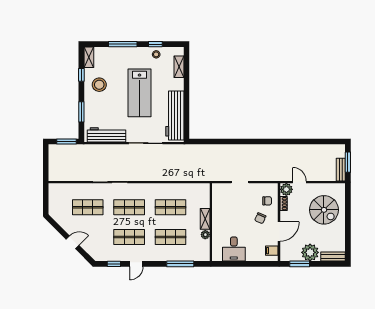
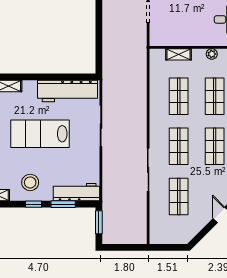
window: (81, 75) -> (34, 204), moved
lab bench: (140, 93) -> (40, 134), turned 180
workbench: (106, 135) -> (76, 192), moved, turned 90
shelving: (205, 219) -> (178, 54), moved

